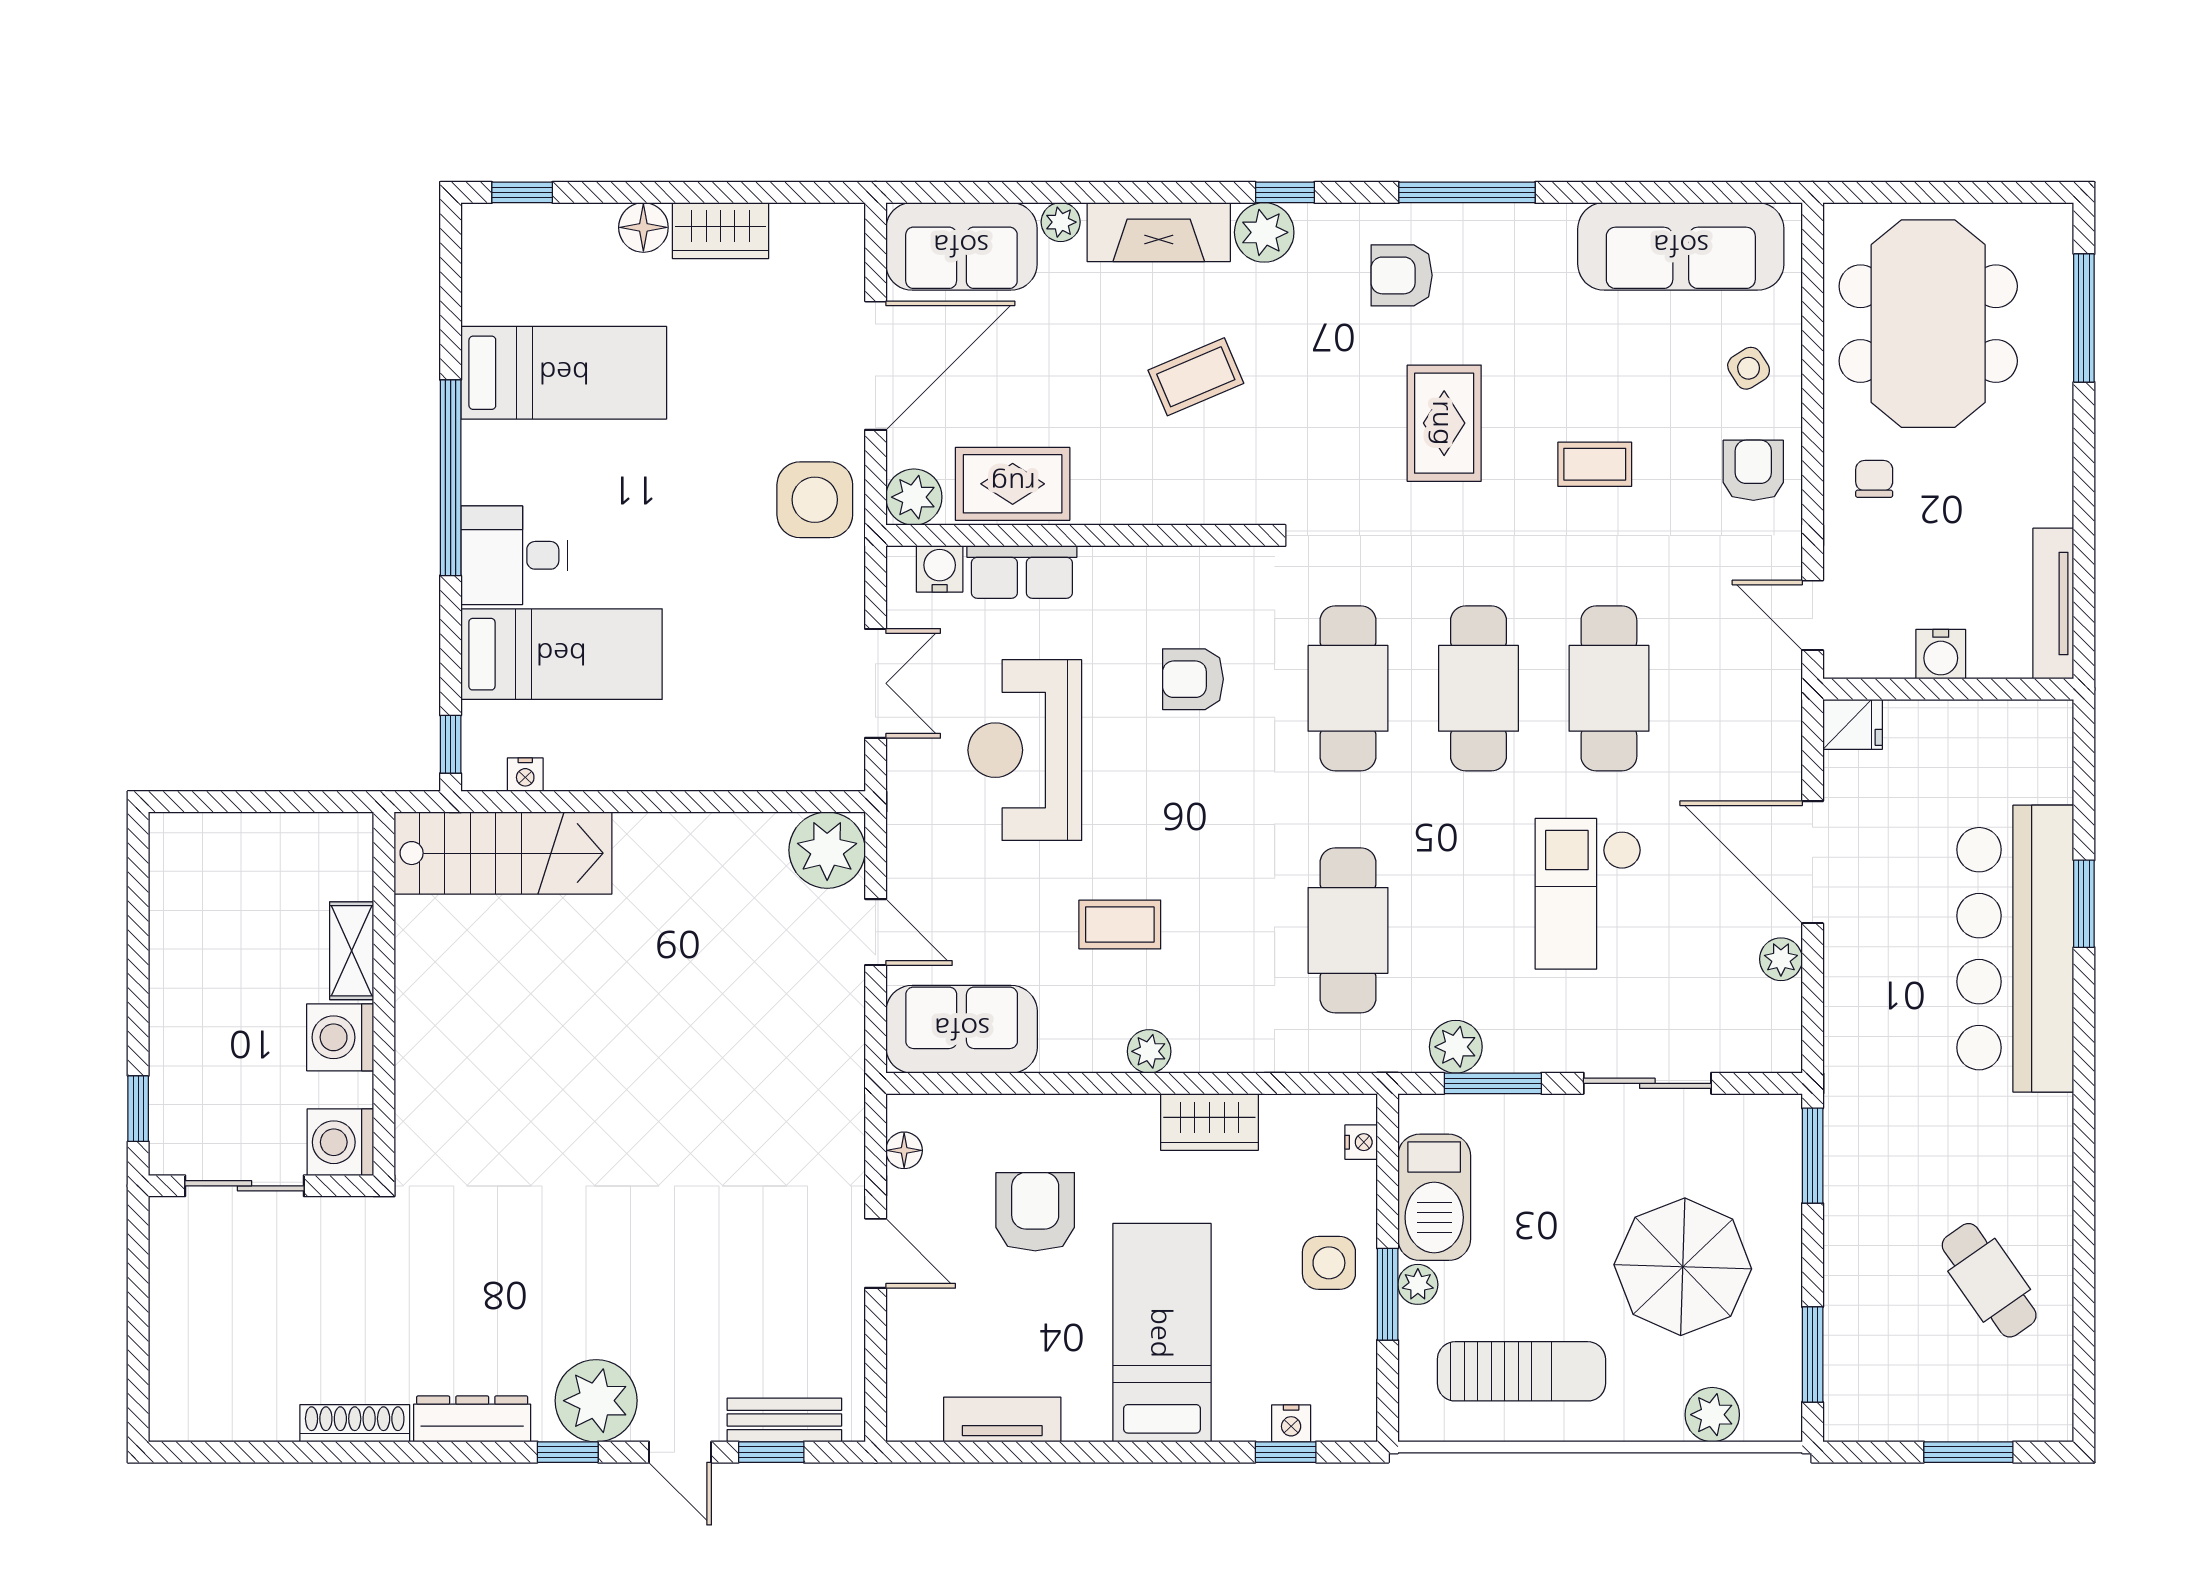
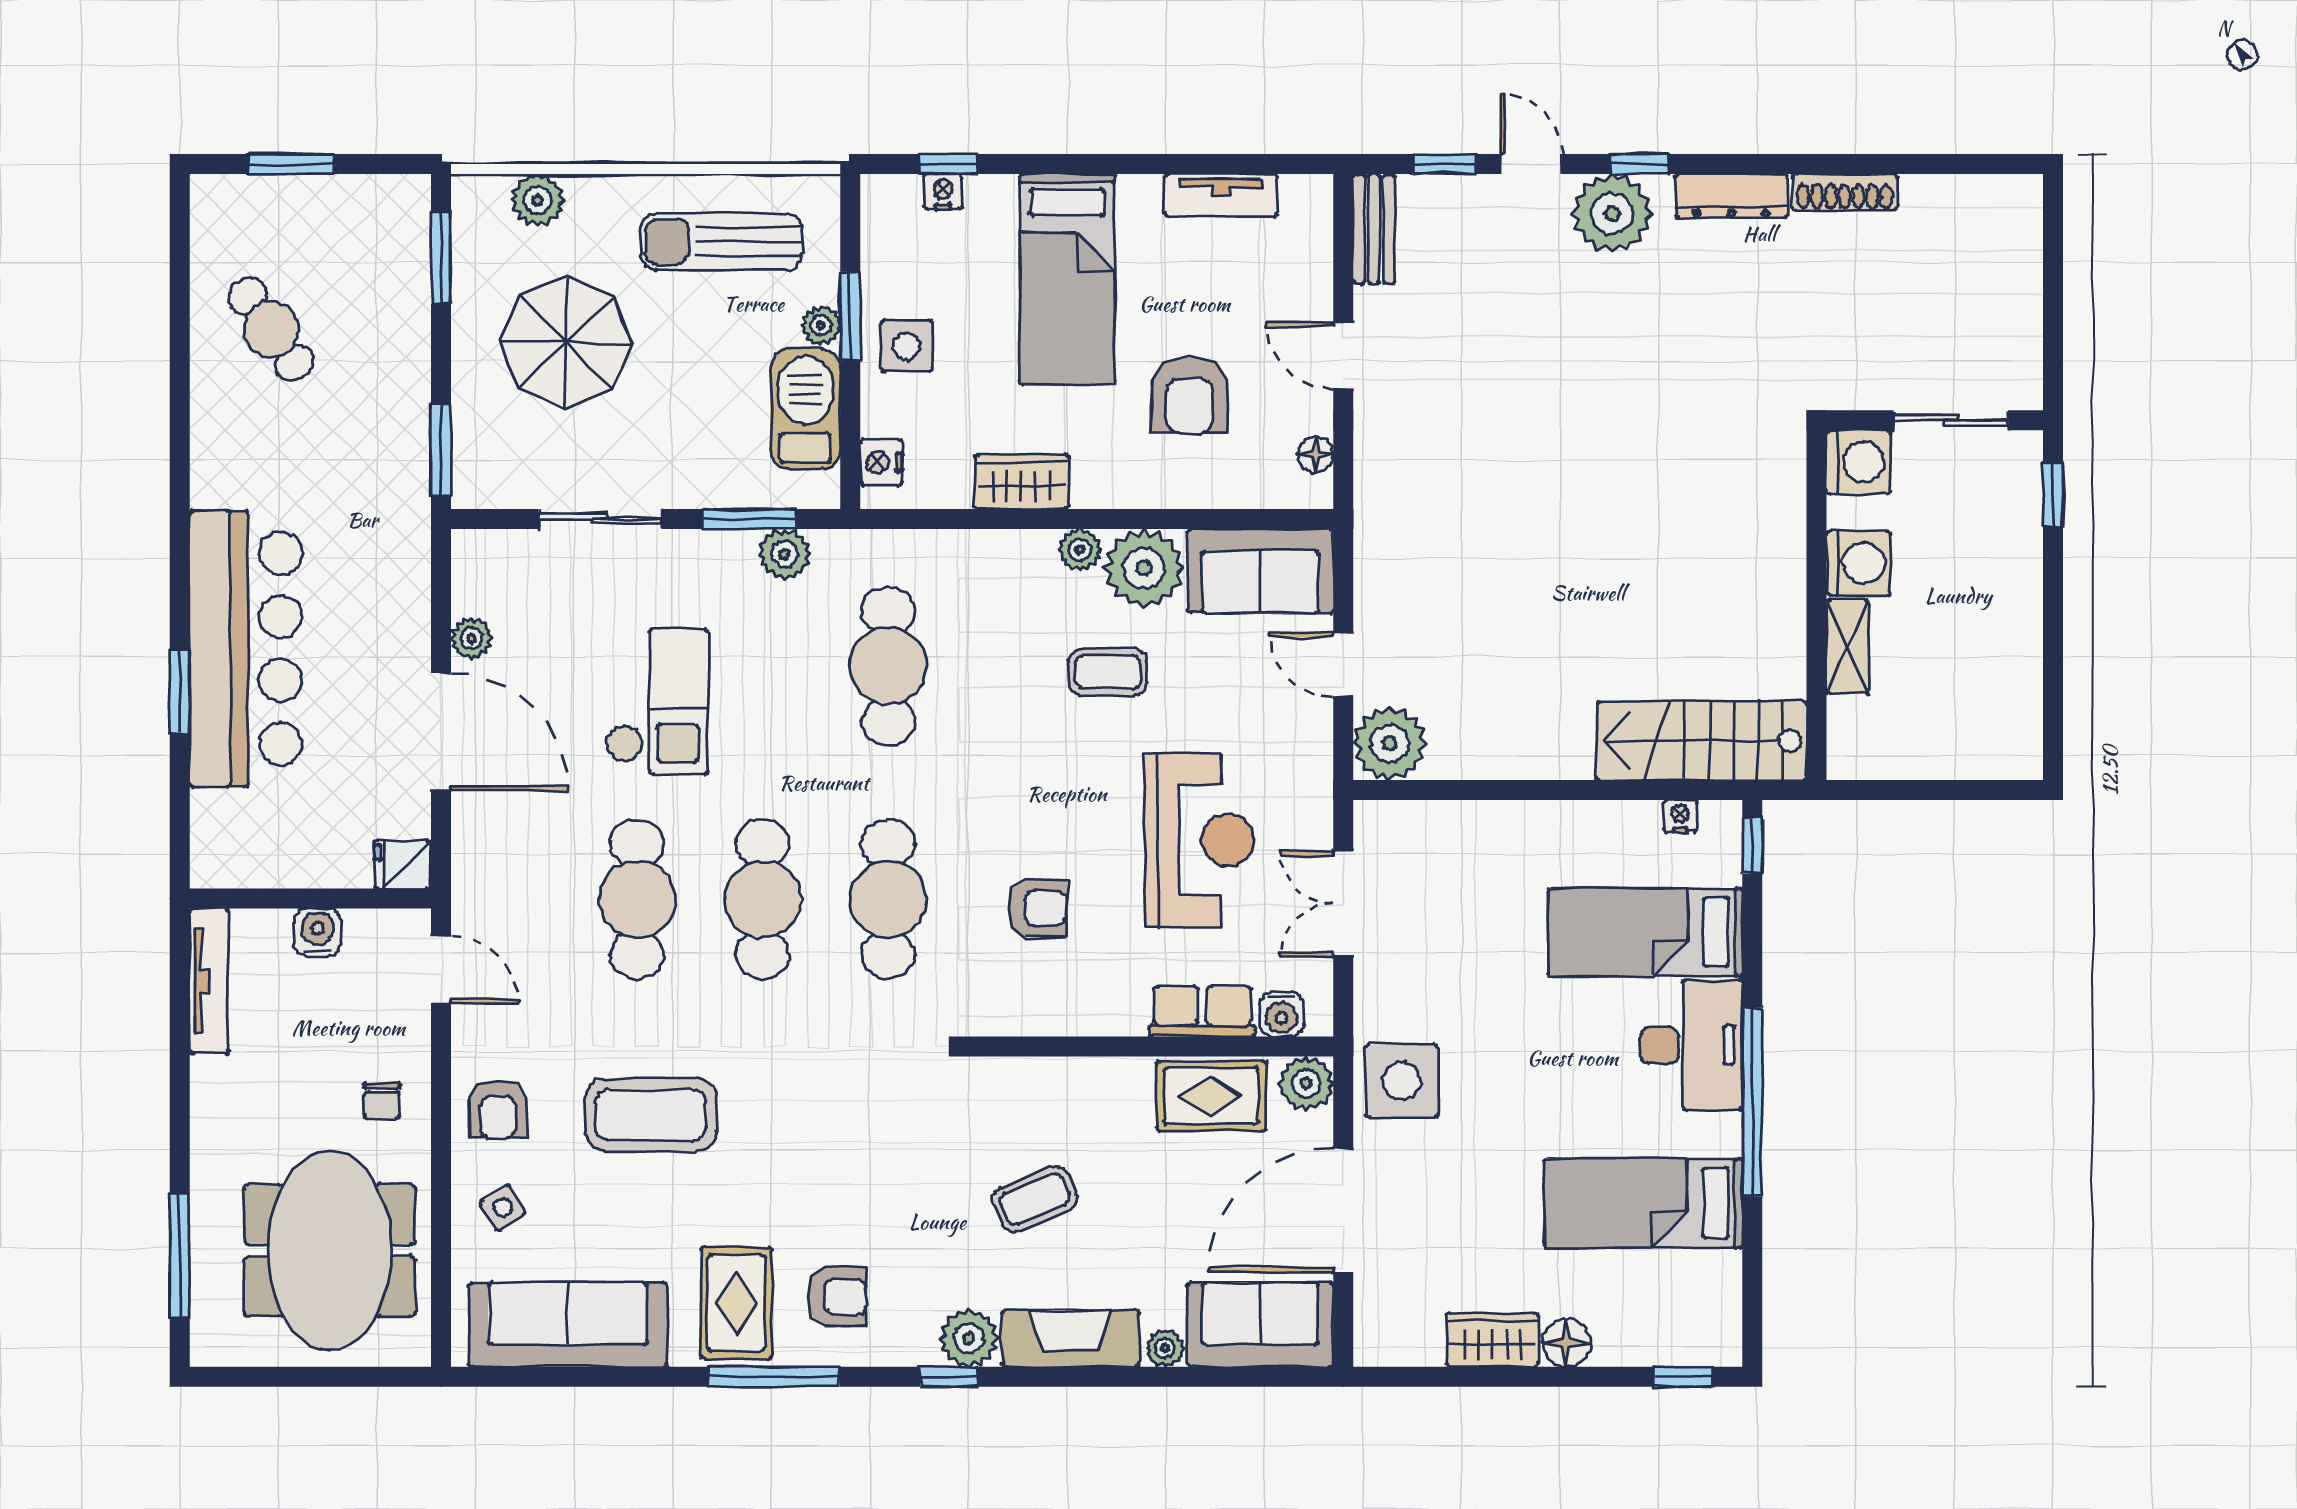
rug: (1444, 423) -> (736, 1303), moved
coffee table: (1595, 464) -> (651, 1115), width x1.86, depth x1.72
desk: (514, 555) -> (1691, 1045), width x1.37
plant: (1082, 1032) -> (1144, 568), added
nightstand: (1361, 1142) -> (881, 462), width x1.39, depth x1.35
bench: (784, 1420) -> (1374, 229), moved, turned 90

